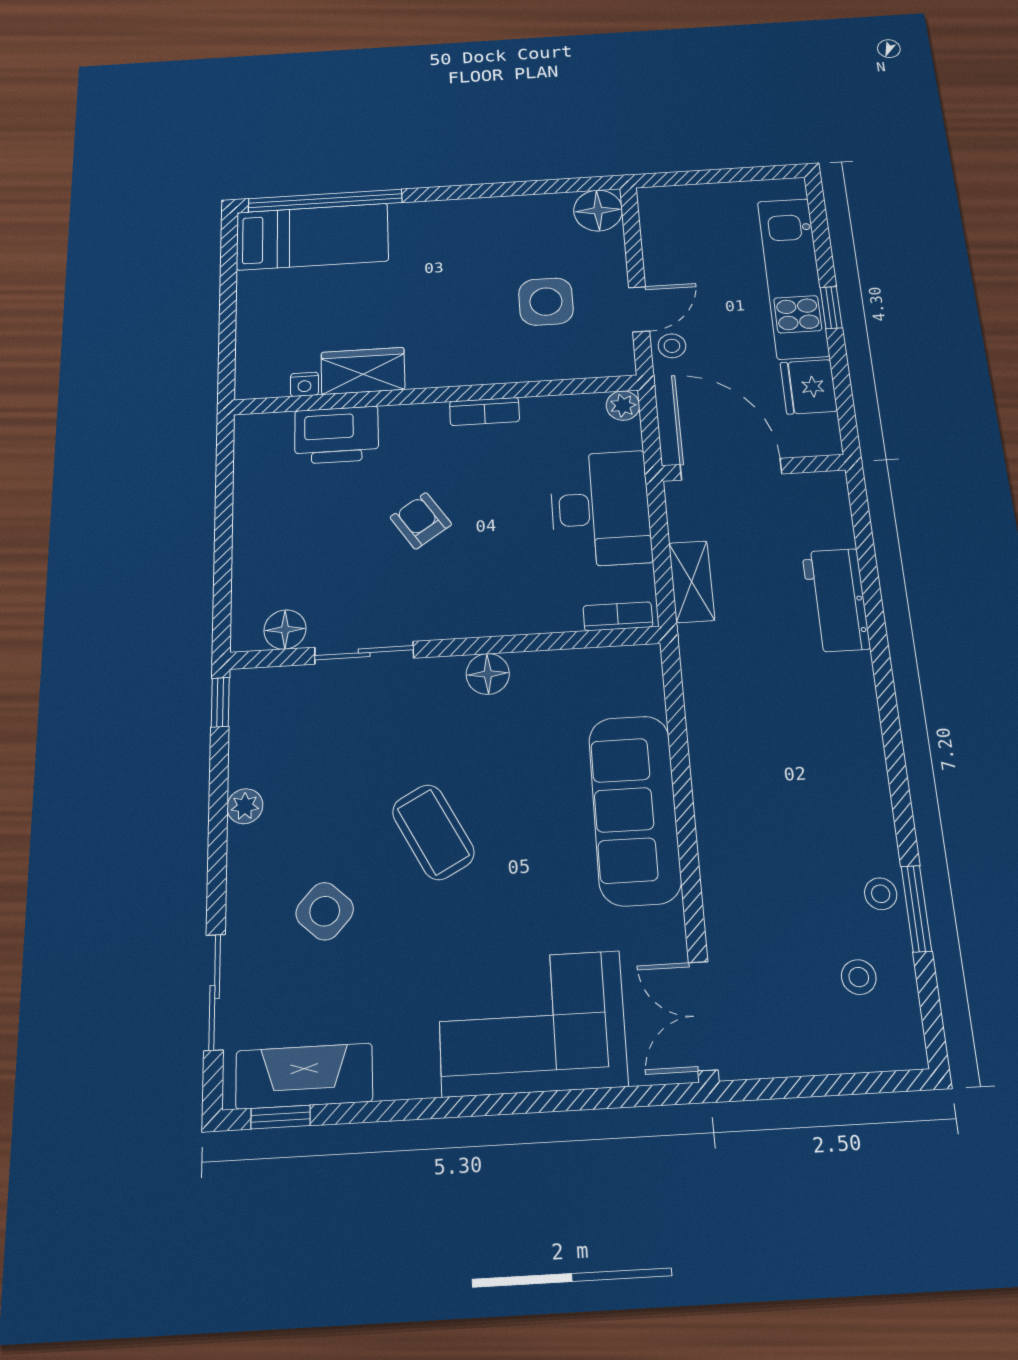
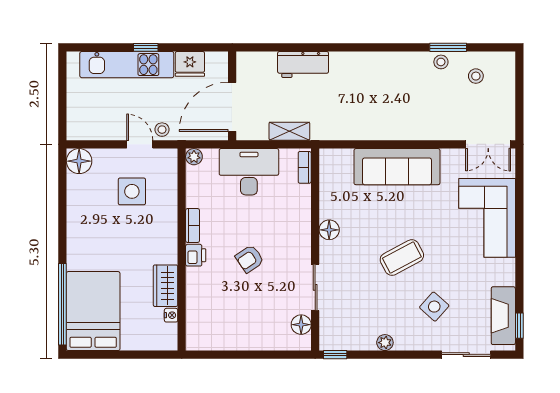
bed: (312, 237) -> (93, 311), width x1.50
printer: (337, 435) -> (196, 255), moved, width x0.53, depth x0.68

